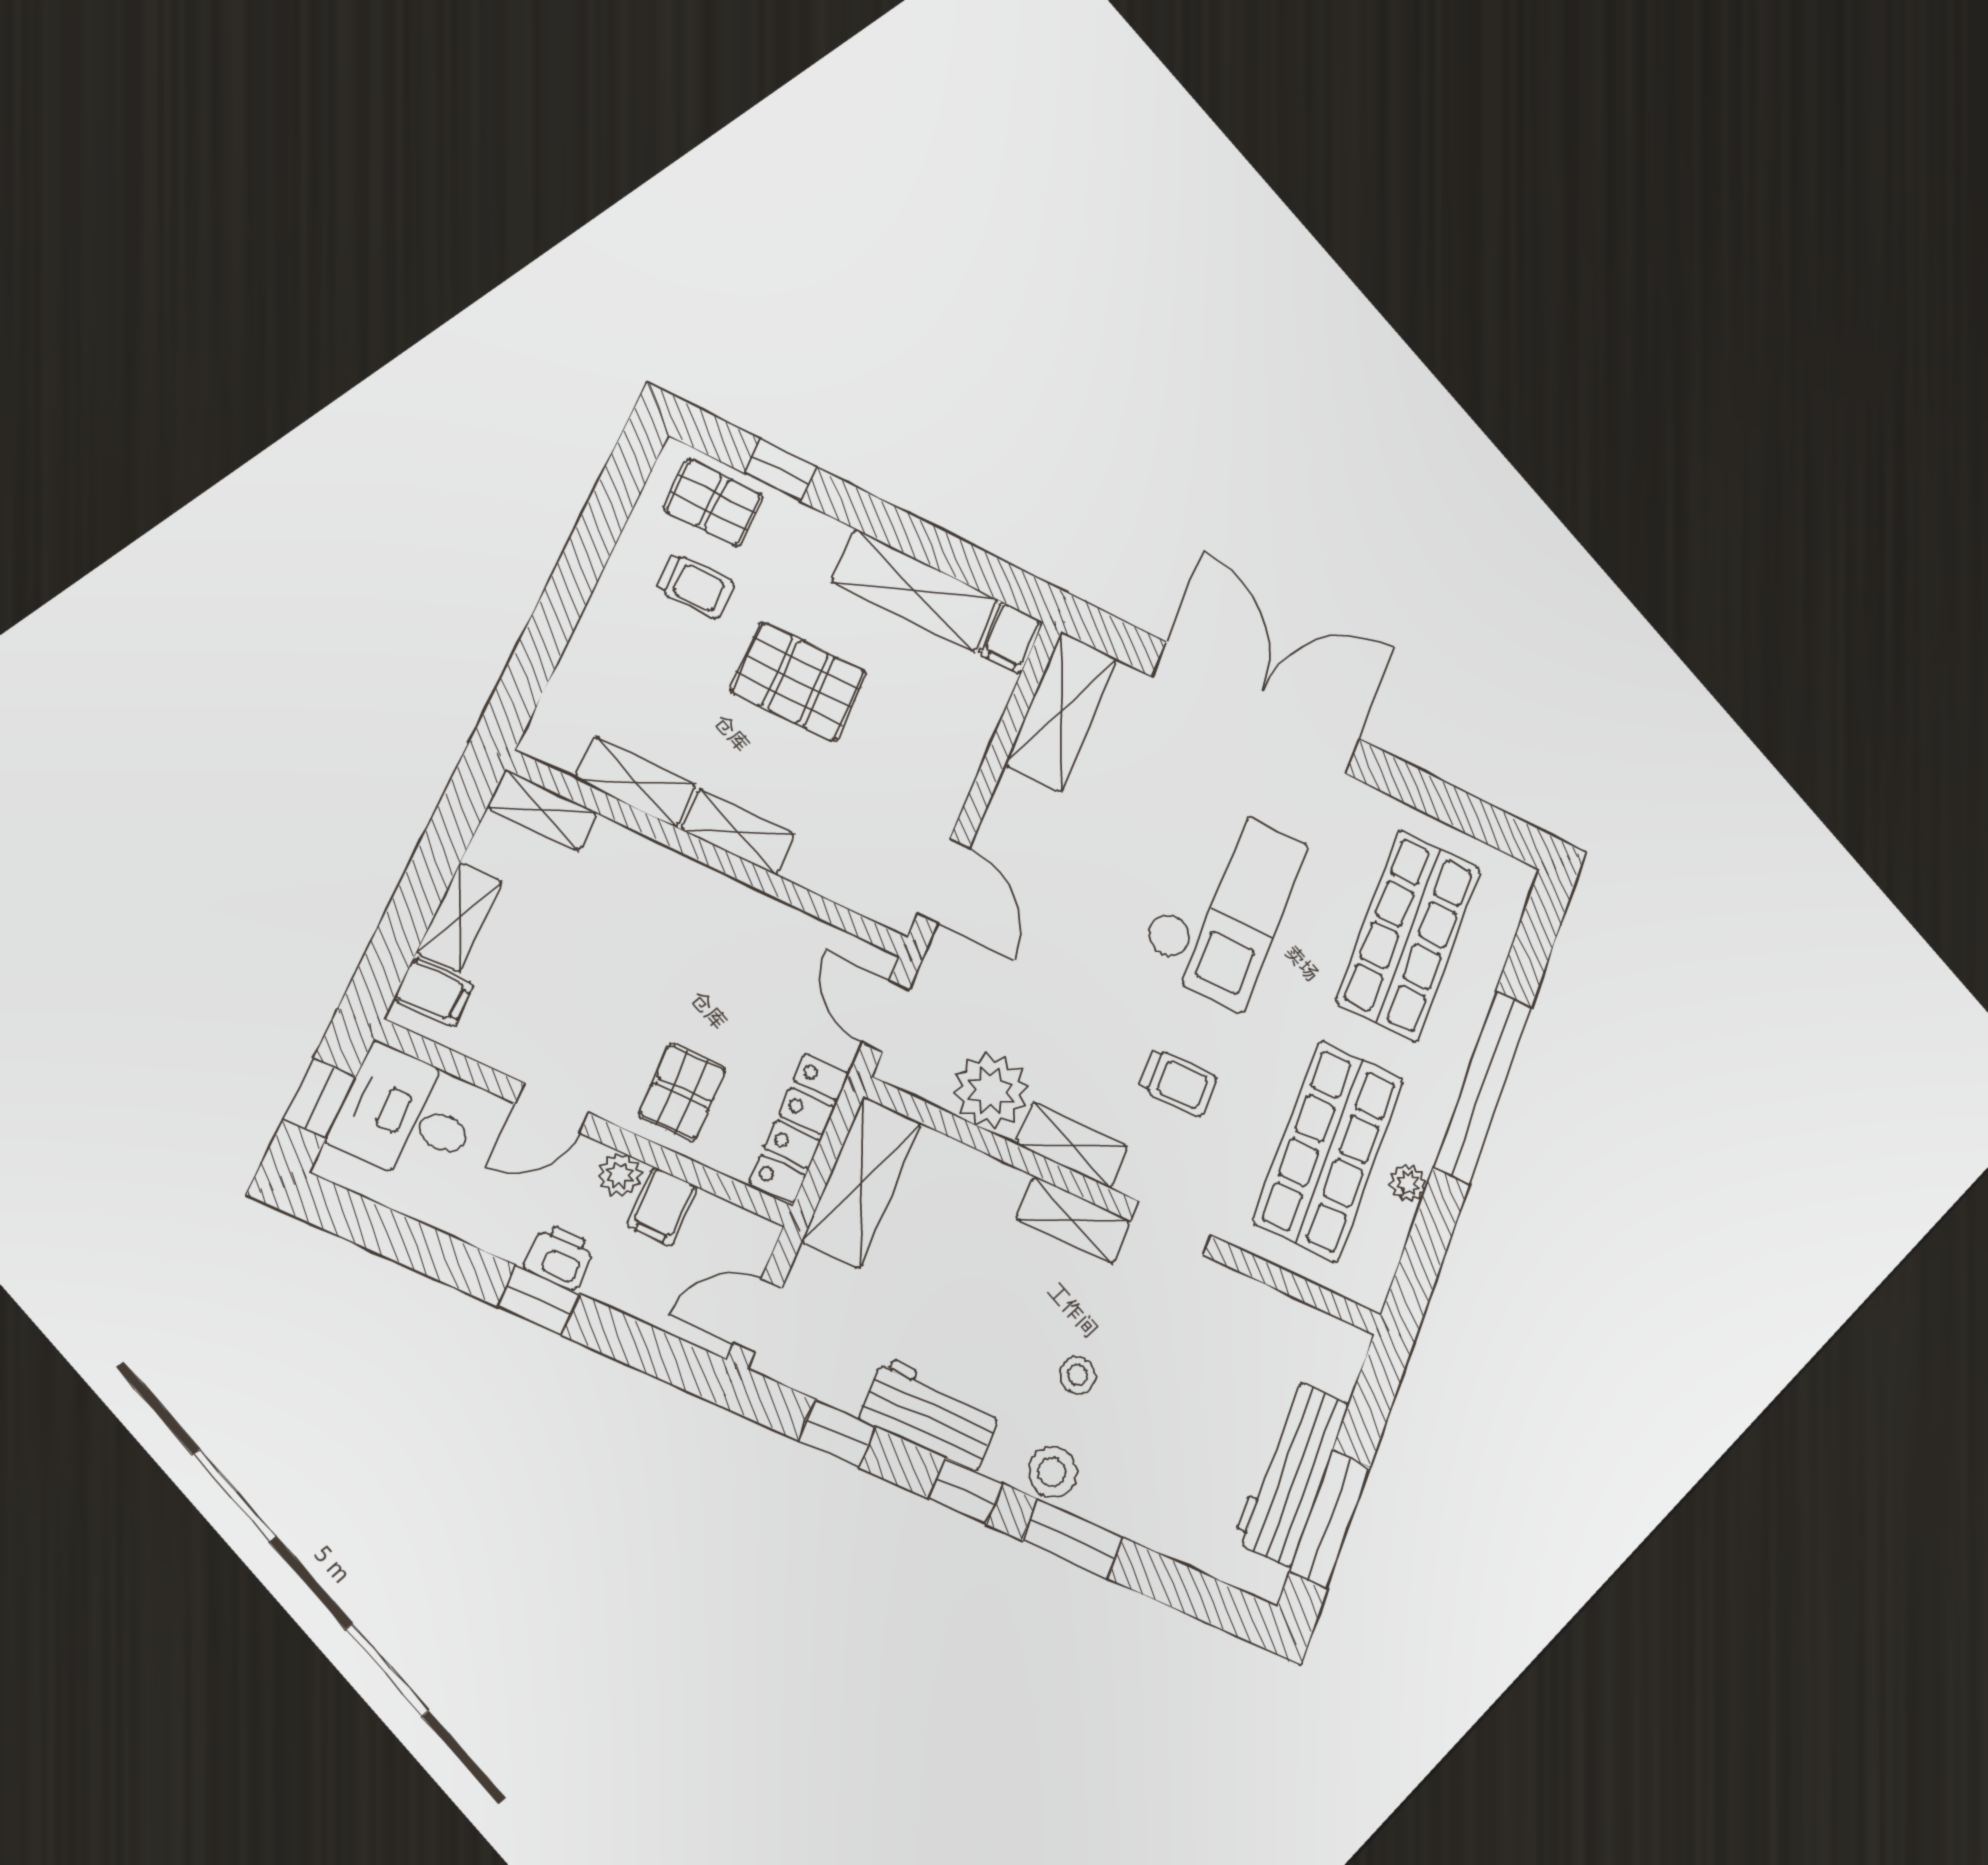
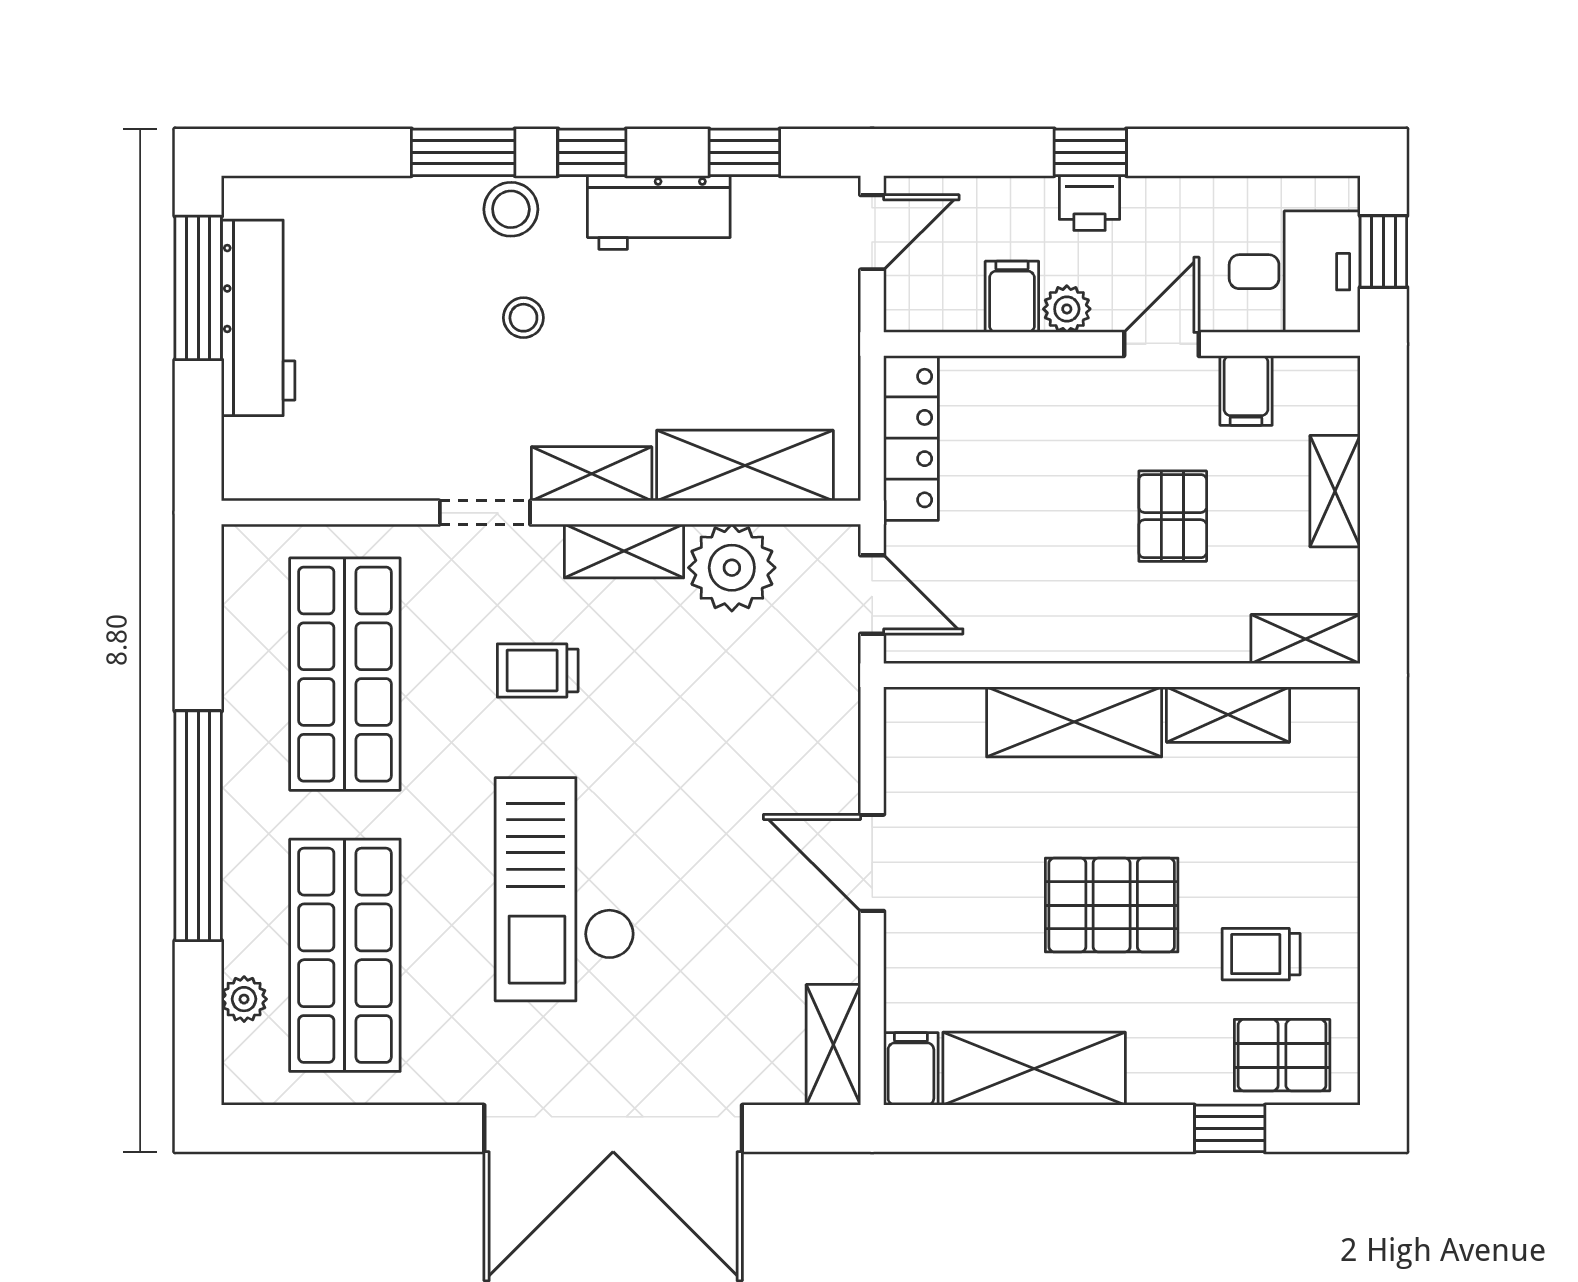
shelving: (1061, 711) -> (833, 1045), width x0.67, depth x0.75
shelving: (738, 832) -> (1074, 722), width x1.50, depth x1.33
door: (944, 881) -> (872, 863), moved
filing cabinet: (434, 992) -> (1246, 391), moved, turned -90
pallet: (682, 1092) -> (1173, 516), moved
shelving: (862, 1182) -> (745, 466), moved, turned 90
plant: (1408, 1183) -> (244, 999), moved

